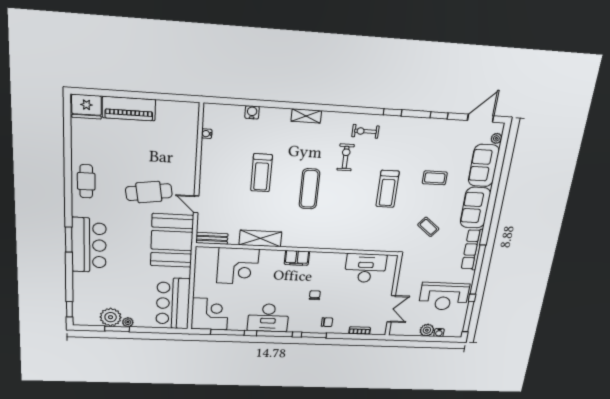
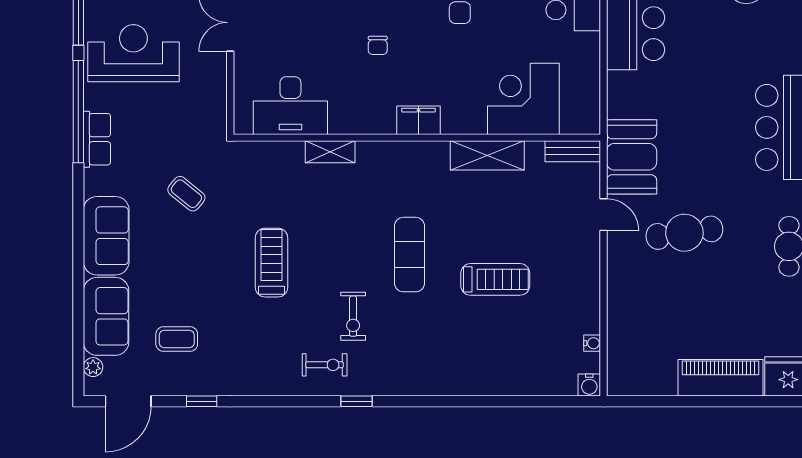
water cooler: (252, 112) -> (589, 385), moved
window: (392, 112) -> (356, 401), moved
shelving: (306, 116) -> (330, 152), moved
treadmill: (261, 173) -> (495, 279), turned 90
coffee table: (435, 178) -> (177, 339), moved
booth: (172, 241) -> (632, 157), width x0.73, depth x0.70
row of seats: (472, 250) -> (97, 139), width x0.68

